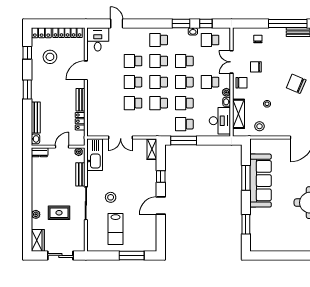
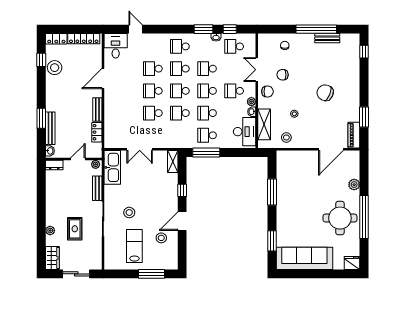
stool: (50, 57) -> (55, 68), moved
window: (27, 89) -> (41, 118), moved
sofa: (261, 181) -> (304, 258), moved, turned -90
rug: (59, 213) -> (75, 229), turned 90
stool: (141, 221) -> (161, 238), added
lab bench: (116, 229) -> (134, 246), turned 180

